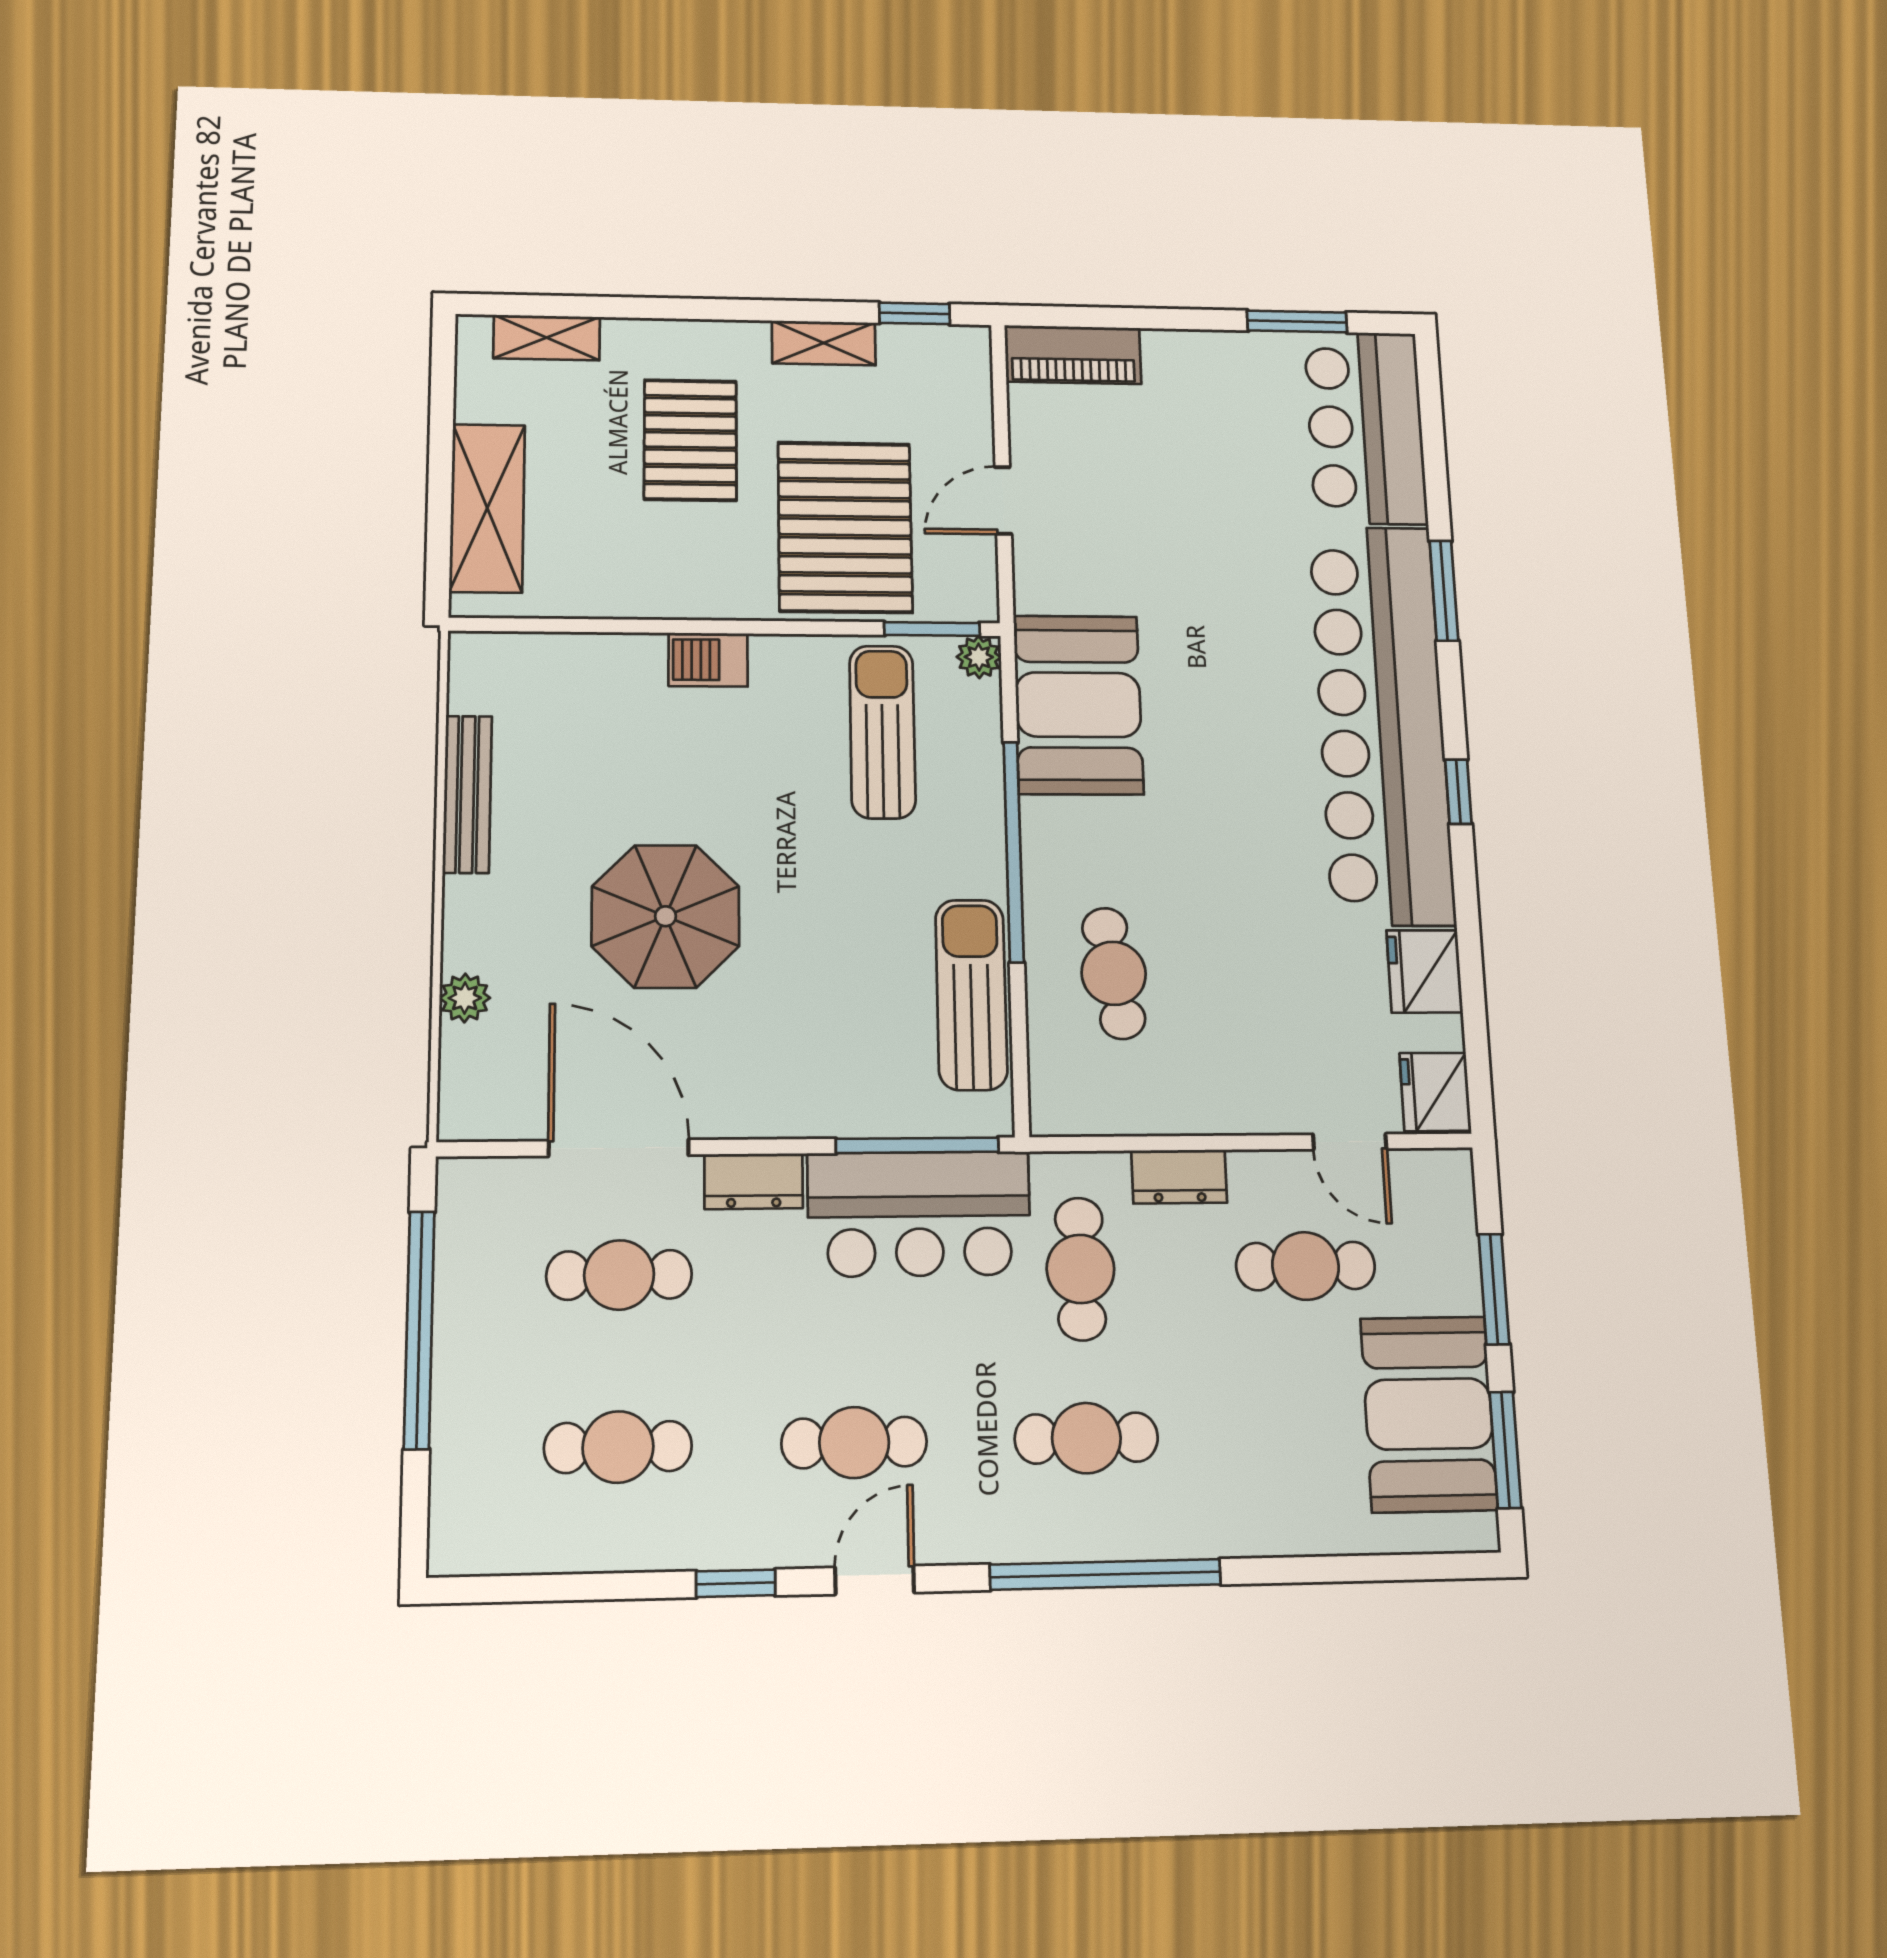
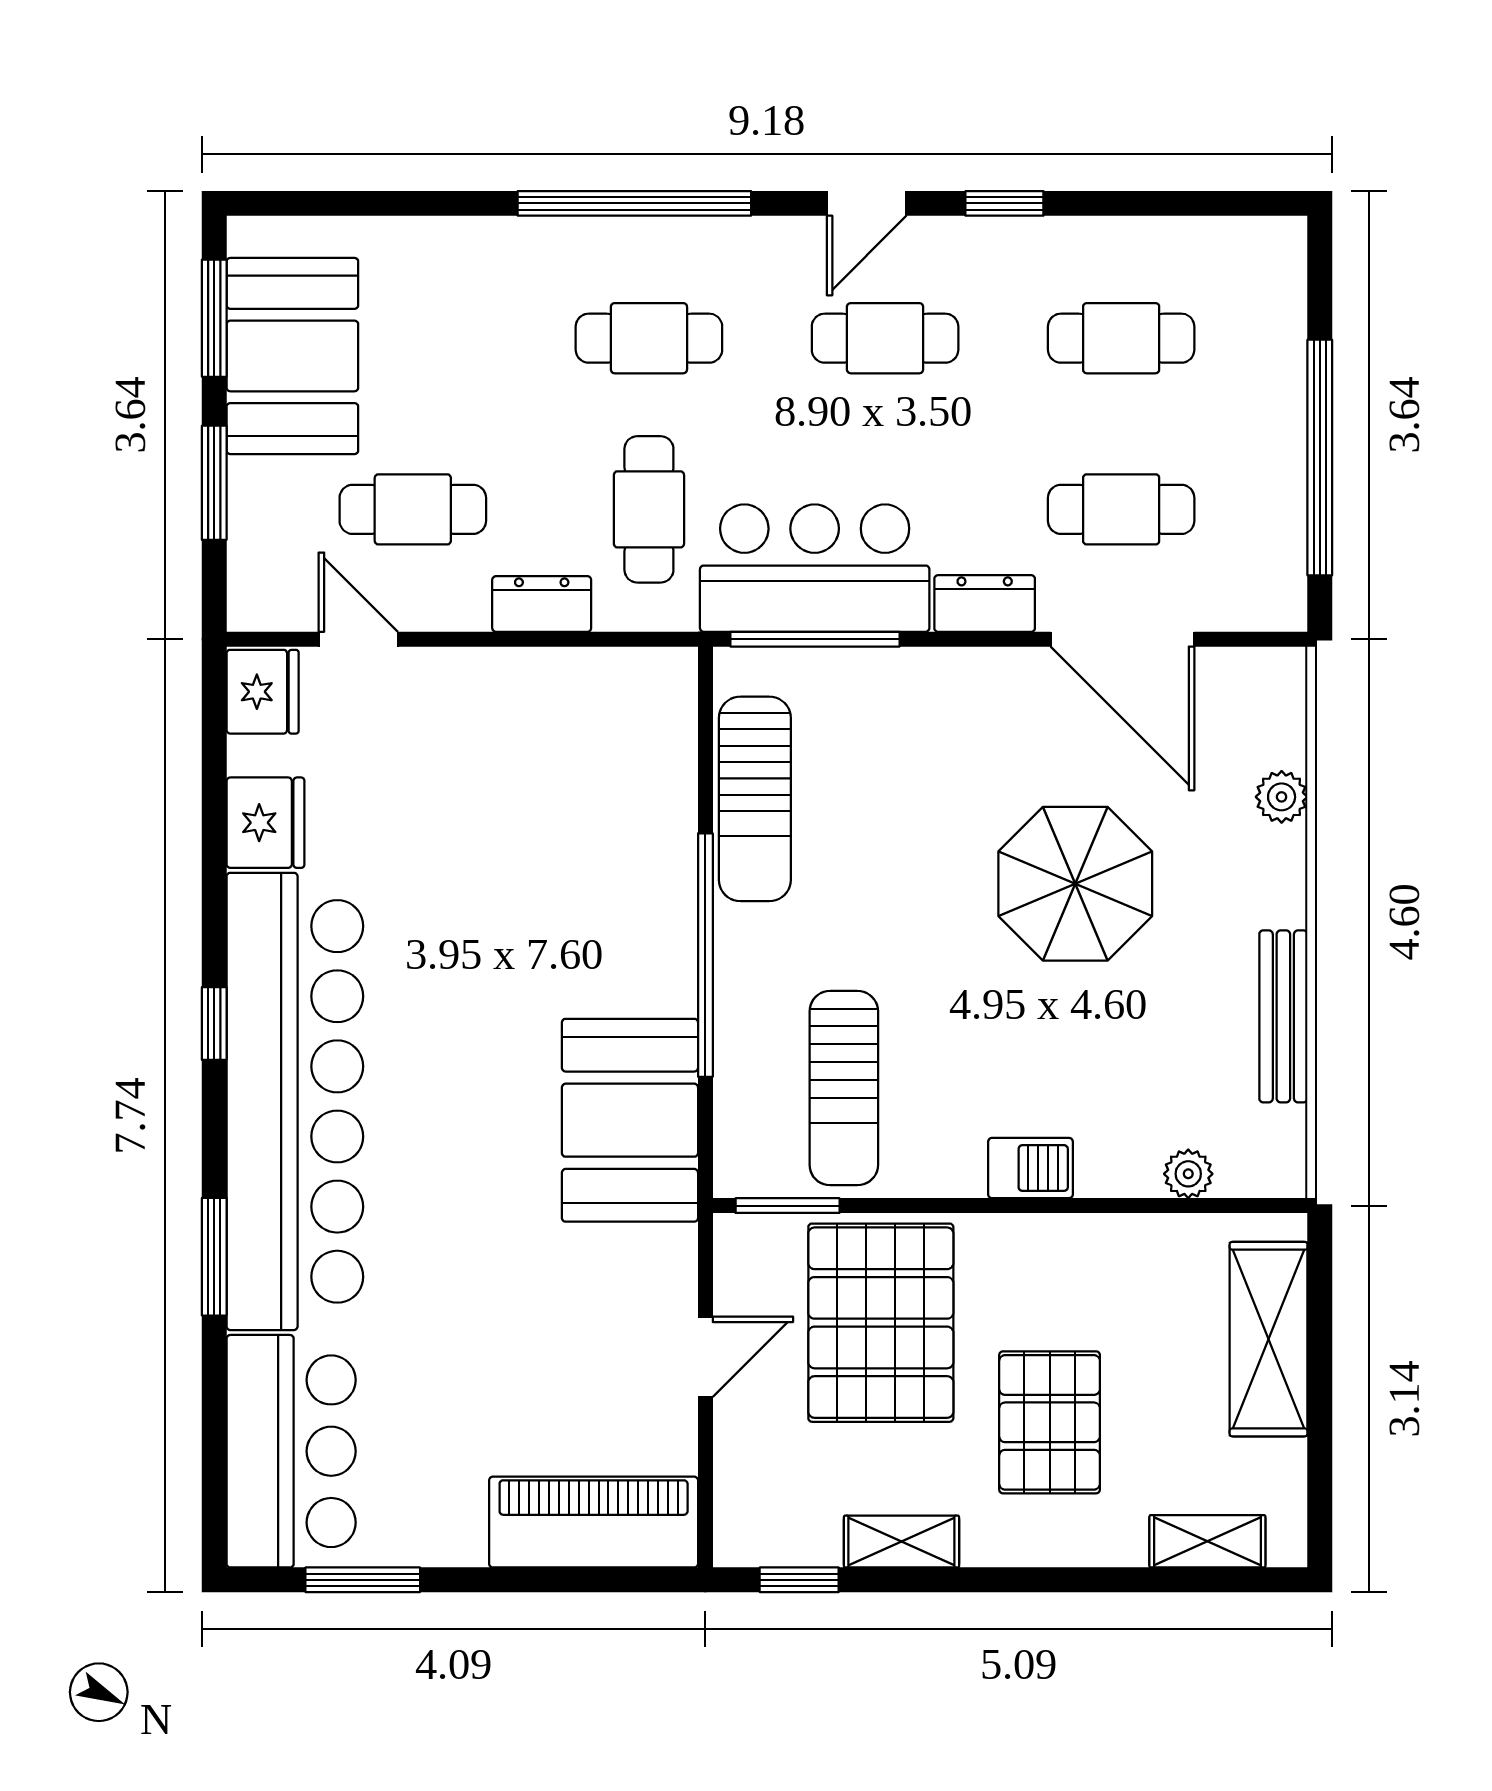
piano: (1073, 355) -> (594, 1522), width x1.37, depth x1.33
plant: (979, 657) -> (1188, 1174), moved
cafe table: (1114, 973) -> (602, 821), removed

